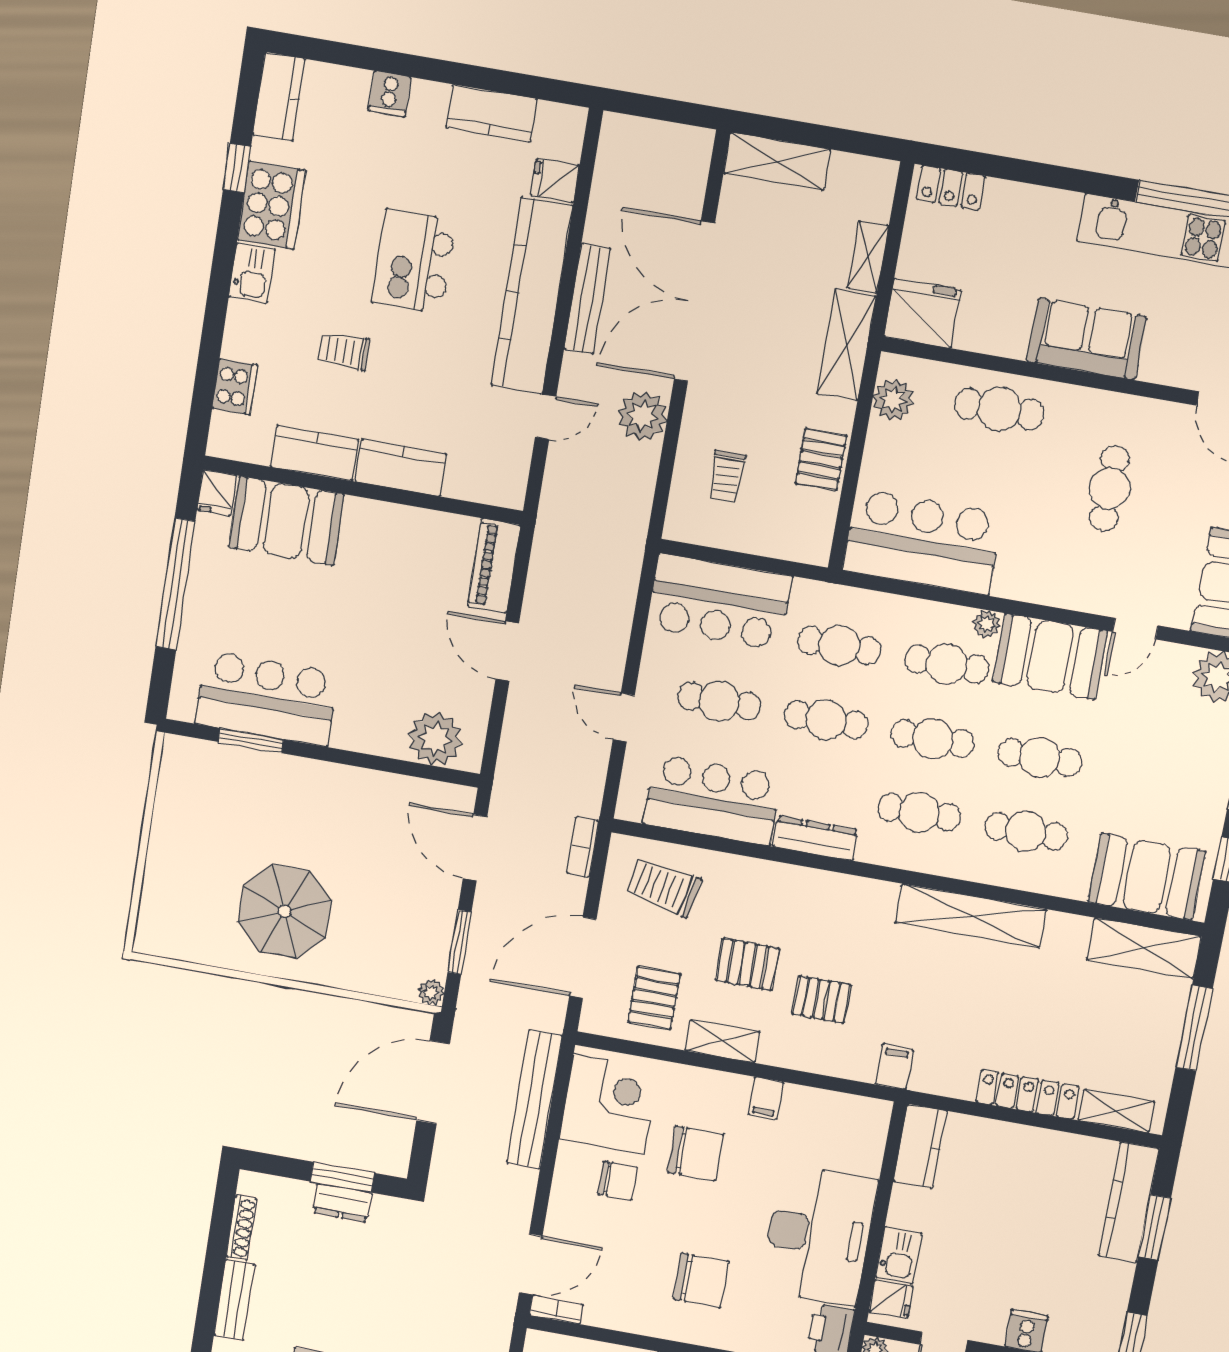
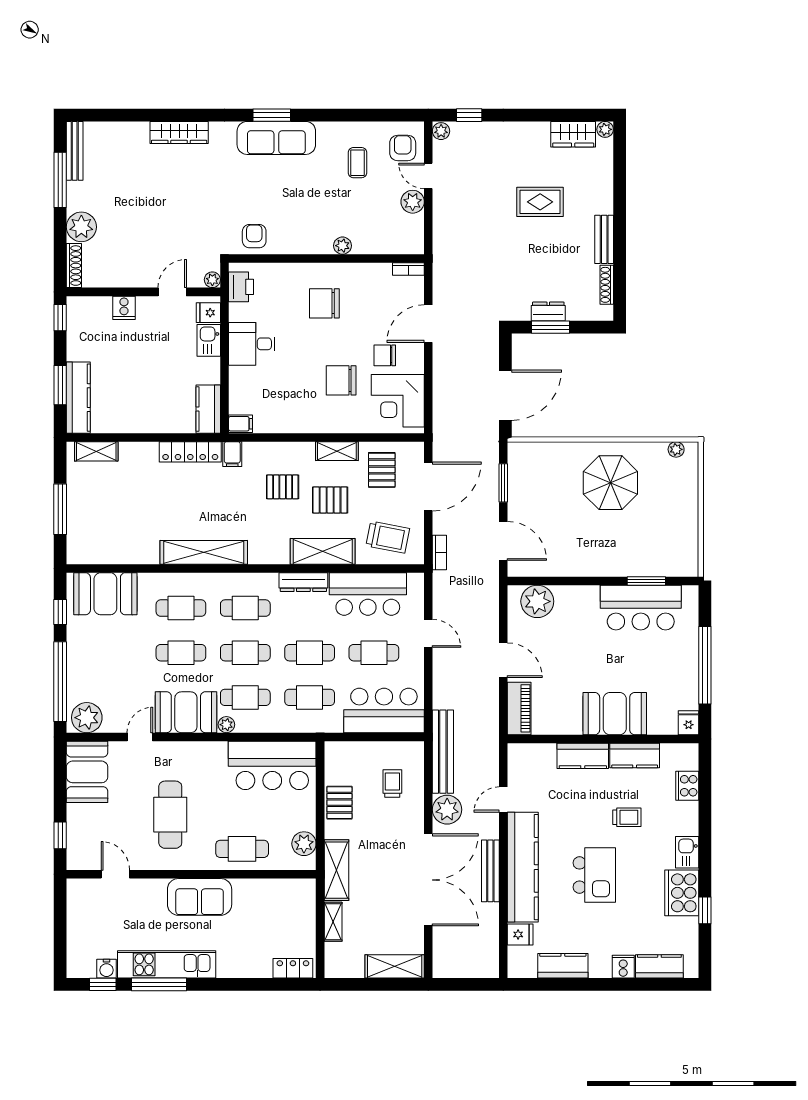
kitchen counter: (279, 97) -> (659, 966), moved, turned 90
fridge: (922, 313) -> (296, 895), removed
cafe table: (1109, 488) -> (170, 815), width x1.37, depth x1.35
booth: (286, 521) -> (615, 714), moved
shelving: (1144, 948) -> (323, 551), moved
plant: (431, 992) -> (676, 449), moved
locker: (1027, 1094) -> (190, 452), moved
filing cabinet: (766, 1098) -> (240, 424), moved, turned 90
bench: (534, 1099) -> (443, 752), moved
desk: (819, 1235) -> (252, 344), width x0.53, depth x0.77
door: (531, 1264) -> (428, 324), moved

